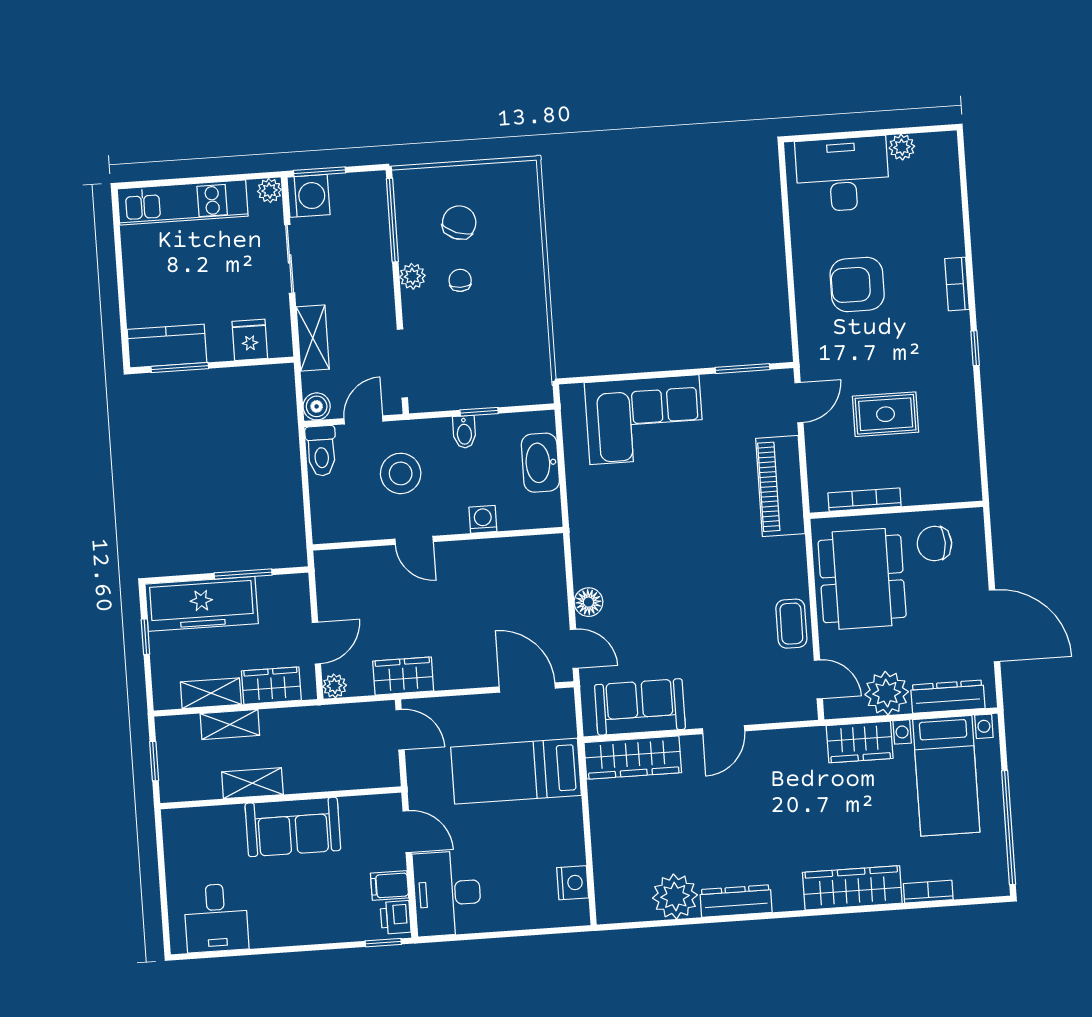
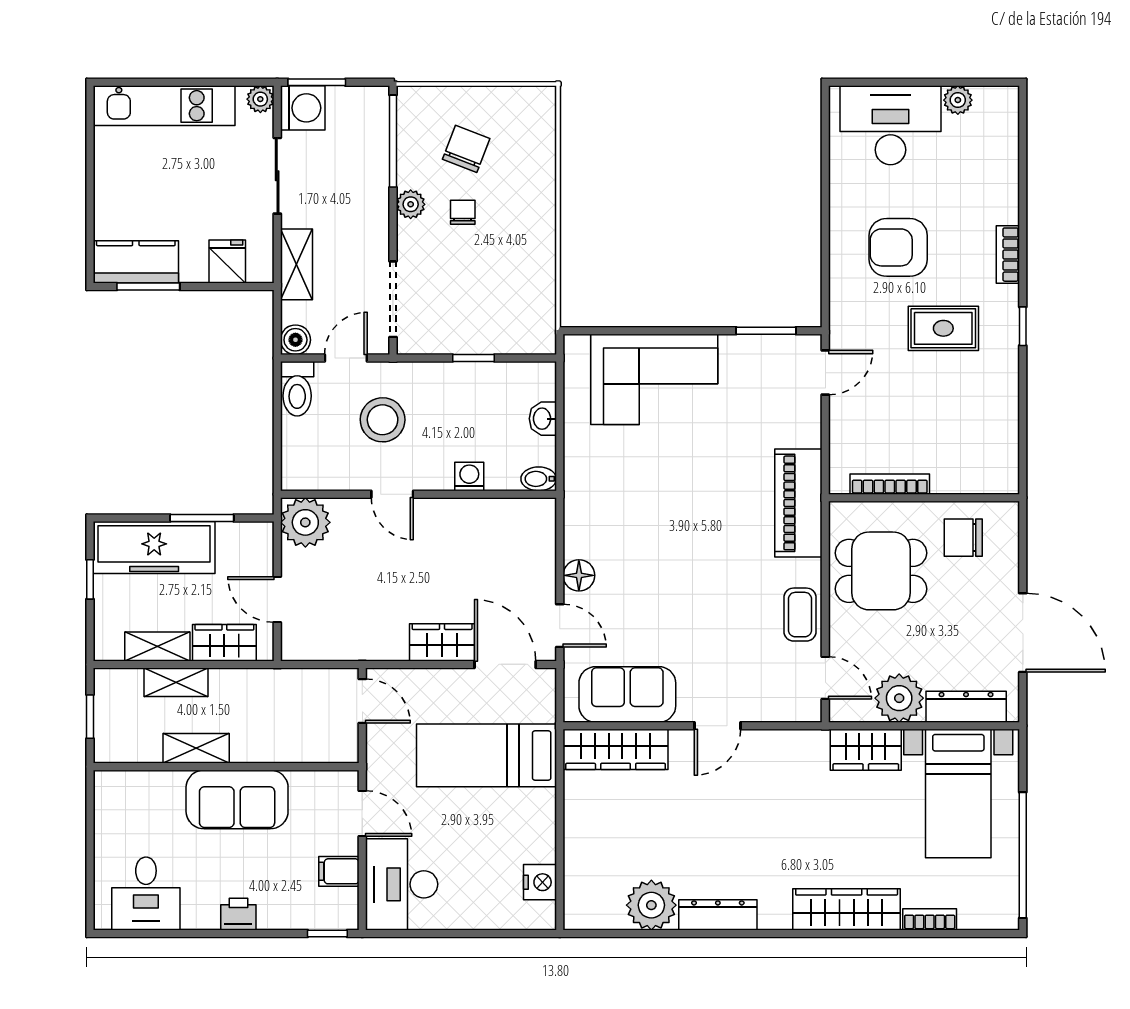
rug: (886, 414) -> (943, 328), moved
bidet: (464, 432) -> (539, 479), moved, turned 90
washbasin: (540, 463) -> (543, 419), width x0.52, depth x0.69
piano: (780, 486) -> (798, 503), moved
dining table: (862, 579) -> (881, 571), width x0.73
door: (316, 643) -> (277, 600), swing flipped
wardrobe: (403, 676) -> (442, 642), moved
plant: (335, 686) -> (305, 522), moved, width x1.88, depth x1.88
printer: (396, 917) -> (238, 914), moved, turned 90

